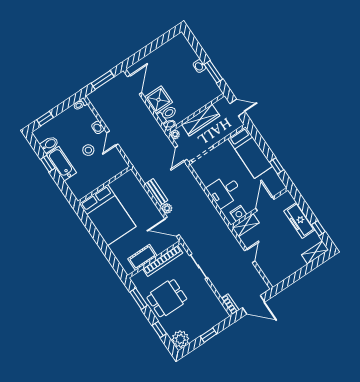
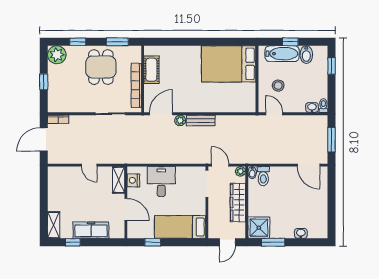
washbasin: (199, 66) -> (301, 233), moved
shower: (158, 100) -> (259, 228), moved
washbasin: (98, 127) -> (312, 107), moved
wall: (104, 185) -> (257, 79), moved
bed: (108, 215) -> (229, 64), moved

